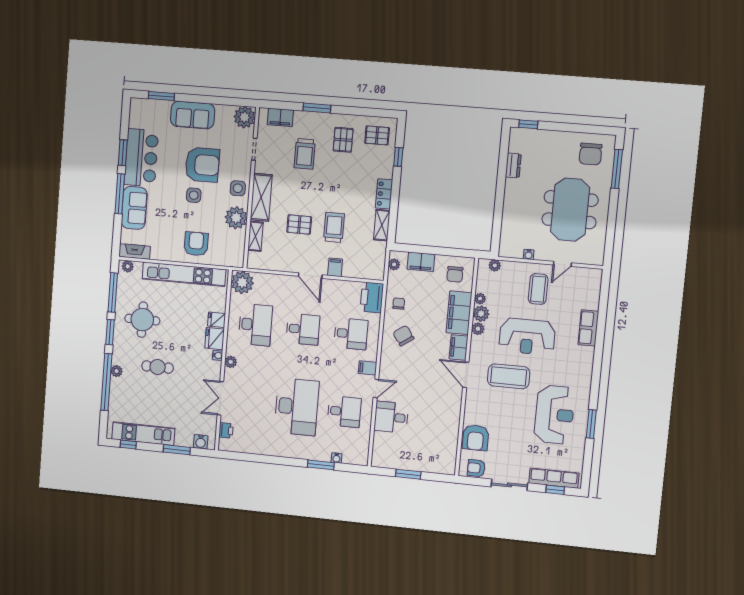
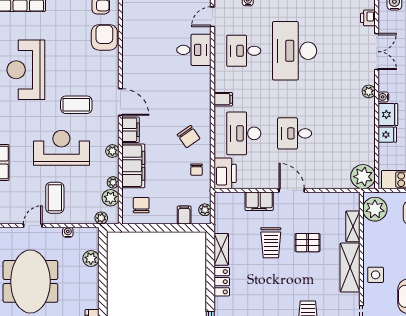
plant: (236, 218) -> (375, 209), moved
plant: (508, 227) -> (91, 259), added
filing cabinet: (421, 262) -> (184, 215), width x0.50
filing cabinet: (335, 267) -> (259, 201), width x2.00
plant: (481, 314) -> (111, 198), moved
desk: (255, 325) -> (345, 133), removed
desk: (351, 334) -> (244, 133), width x1.37
coffee table: (509, 376) -> (76, 105), width x0.73, depth x0.76
door: (376, 388) -> (212, 17), moved

